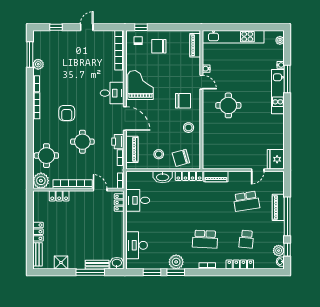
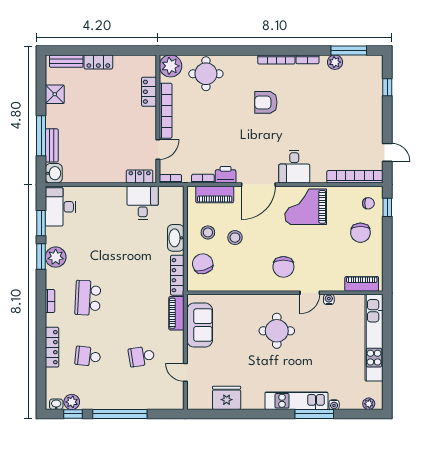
door: (87, 27) -> (387, 152), moved
chair: (159, 46) -> (360, 233), turned 180
grand piano: (141, 85) -> (306, 207), turned 180
stool: (189, 128) -> (235, 238), moved
round table: (82, 142) -> (226, 125), removed
fridge: (276, 159) -> (227, 398), moved
sofa: (224, 160) -> (200, 325), added
school desk: (246, 201) -> (141, 356), width x0.54
piano: (278, 207) -> (133, 401), removed
desk: (137, 245) -> (61, 207), moved, turned -90

